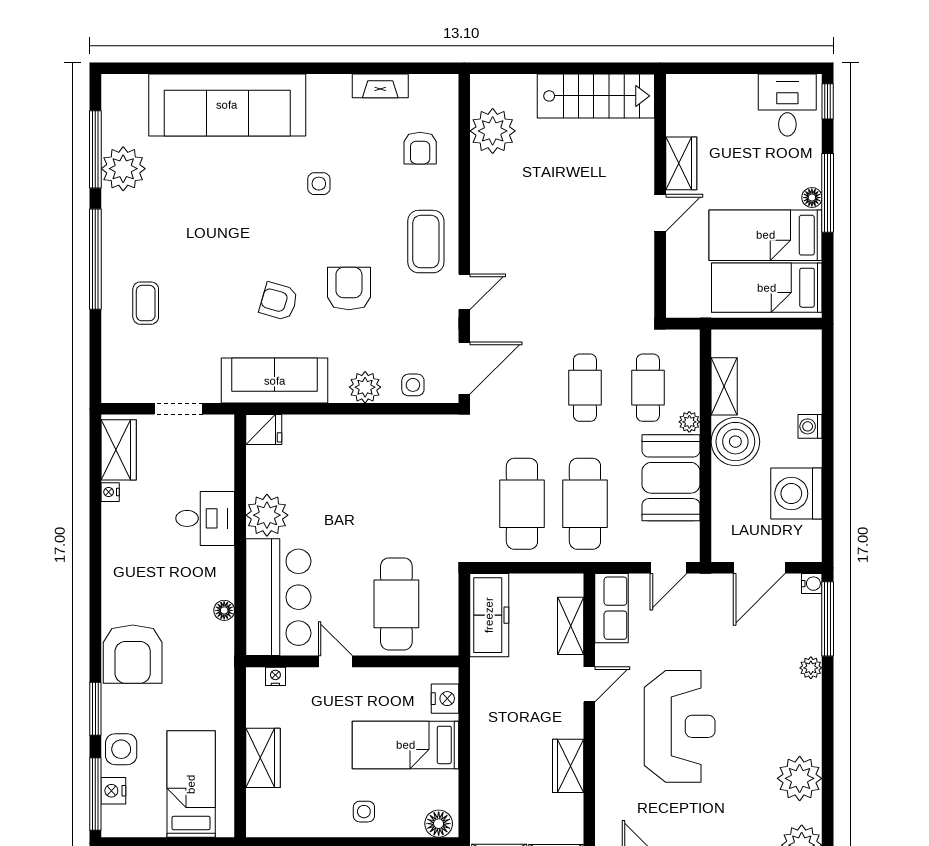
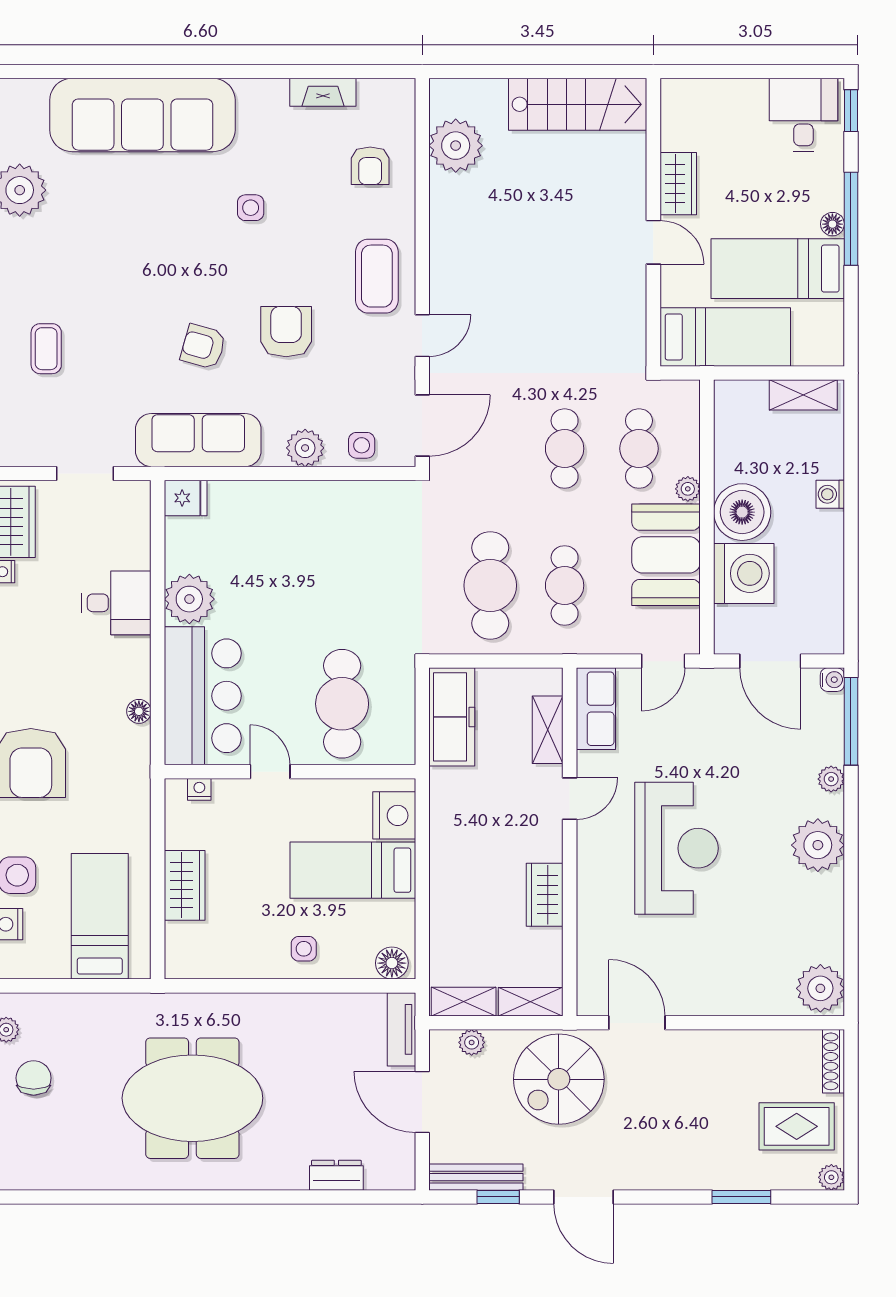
door: (660, 213) -> (653, 242), hinge flipped
bed: (767, 288) -> (725, 337), moved, turned 180
shelving: (724, 386) -> (803, 395), moved, turned 90
washing machine: (796, 494) -> (744, 573), moved, turned 180
cafe table: (585, 504) -> (565, 585), width x0.73, depth x0.74
door: (759, 568) -> (770, 661), hinge flipped
nightstand: (445, 699) -> (394, 815), width x1.36, depth x1.33
plant: (800, 778) -> (818, 845), moved

